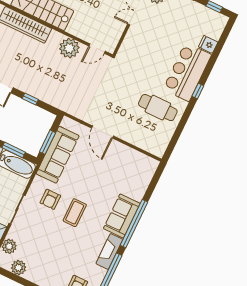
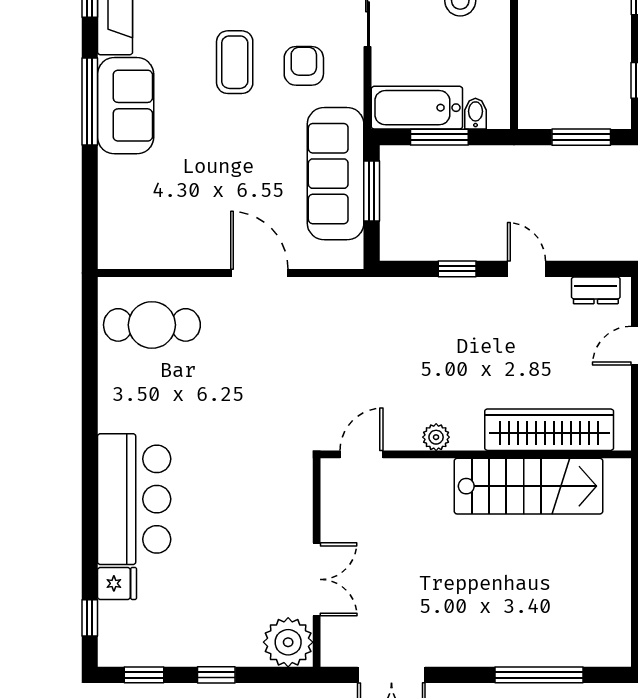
plant: (69, 48) -> (436, 437), width x0.53, depth x0.53
window: (198, 91) -> (90, 618), moved
cafe table: (158, 108) -> (152, 325), moved
window: (134, 224) -> (90, 102), width x0.68

